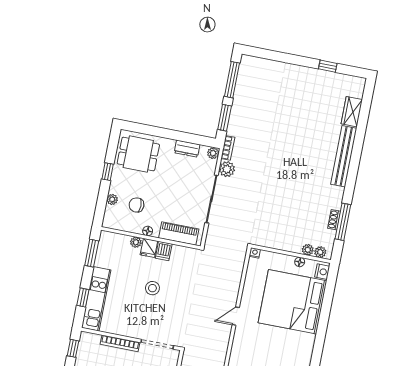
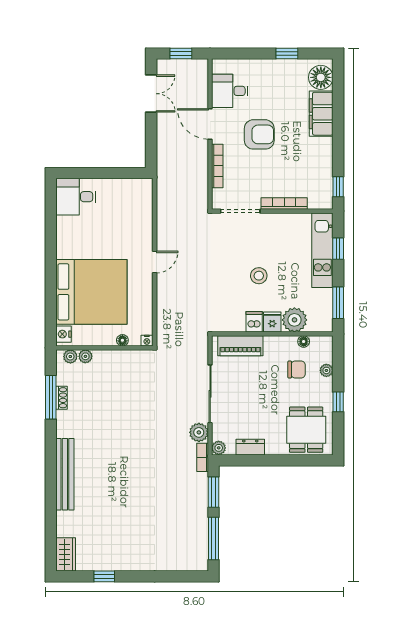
wardrobe: (352, 112) -> (66, 554), moved
dining table: (138, 154) -> (306, 430), turned 90
floor lamp: (148, 231) -> (304, 342), moved
plant: (136, 242) -> (294, 320), width x1.88, depth x1.88
floor lamp: (300, 262) -> (122, 340), moved

